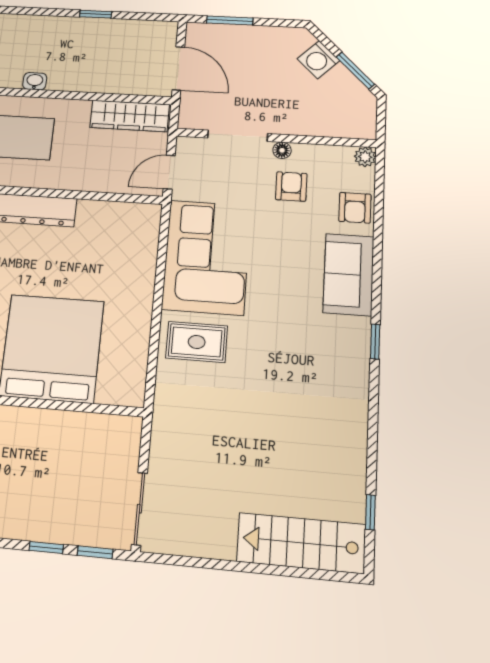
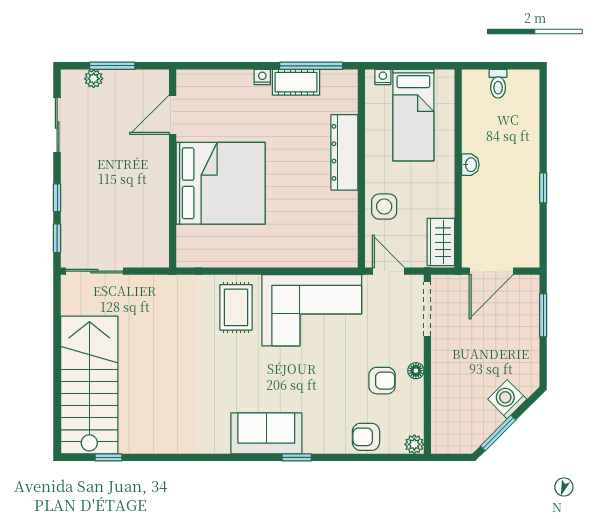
washbasin: (35, 81) -> (470, 165), moved
wardrobe: (130, 116) -> (441, 242), width x0.67
doorway: (238, 136) -> (427, 309), moved
side table: (98, 172) -> (384, 207), added
sofa: (349, 274) -> (266, 433), moved
window: (375, 342) -> (297, 457), moved
stairs: (301, 543) -> (89, 385), width x1.36, depth x1.51

